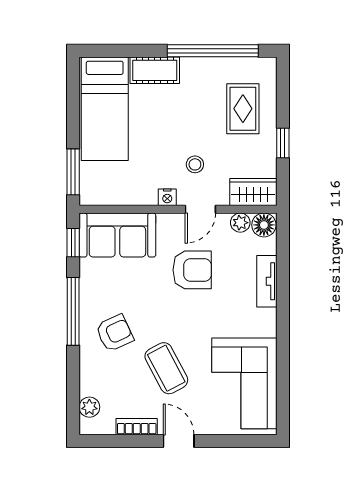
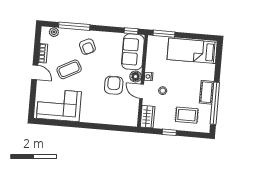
cot: (155, 70) -> (207, 92), moved
plant: (240, 223) -> (134, 109), removed
floor lamp: (264, 225) -> (136, 76), moved
armchair: (192, 270) -> (114, 85), turned 180
tv unit: (267, 281) -> (106, 119), removed
window: (73, 311) -> (74, 26), moved
door: (179, 441) -> (35, 72), hinge flipped

